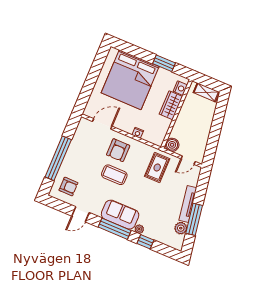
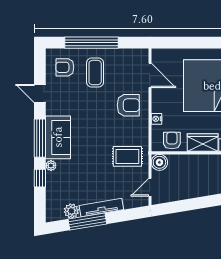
armchair: (159, 128) -> (172, 140), added
armchair: (118, 150) -> (128, 105), turned 180
door: (188, 160) -> (150, 187), hinge flipped
coffee table: (114, 175) -> (95, 73), moved
armchair: (68, 187) -> (65, 67), turned 90

